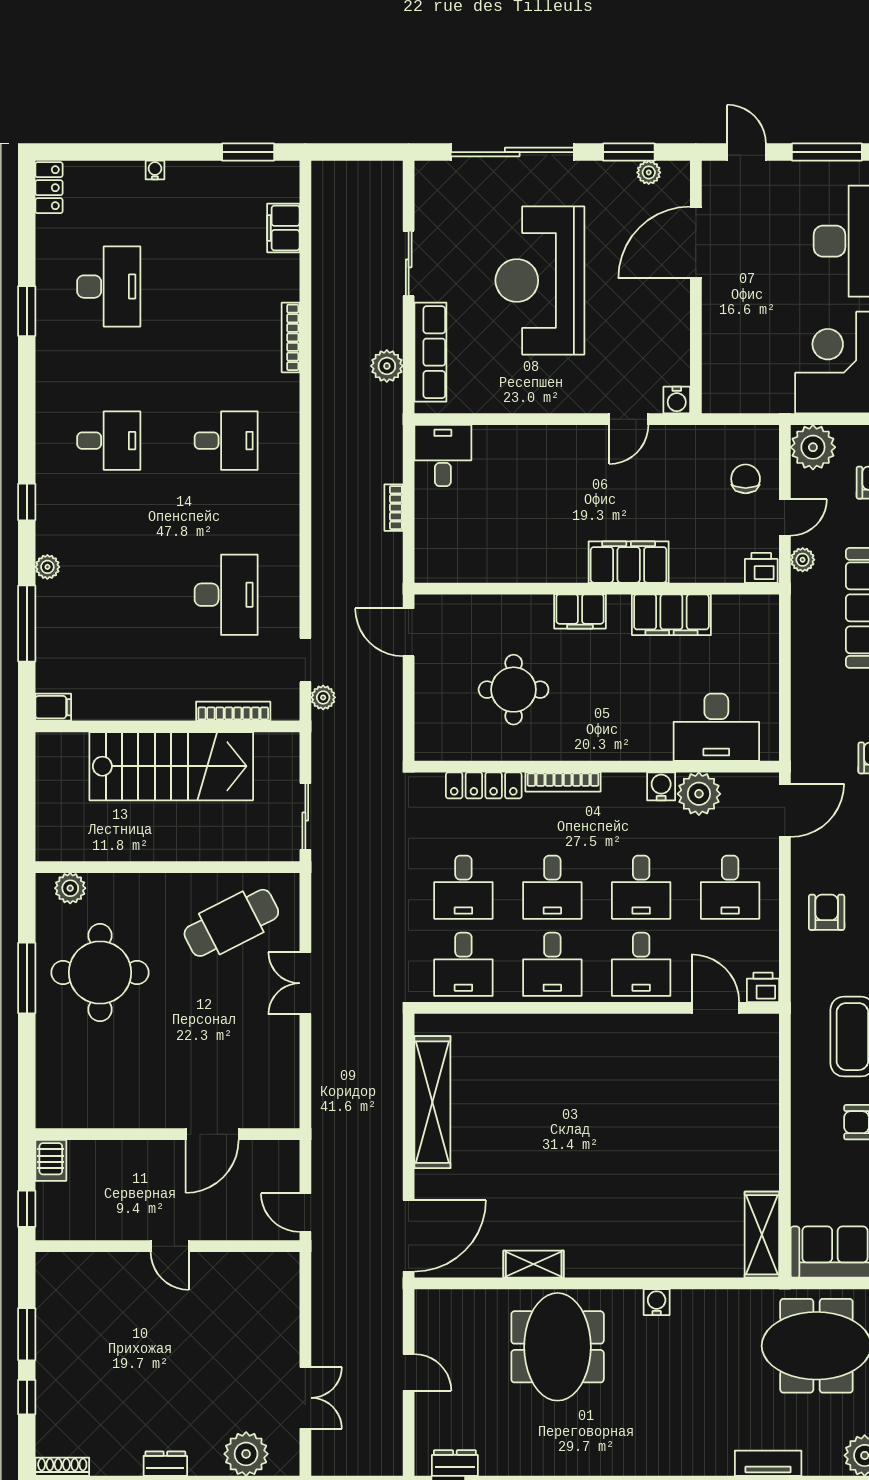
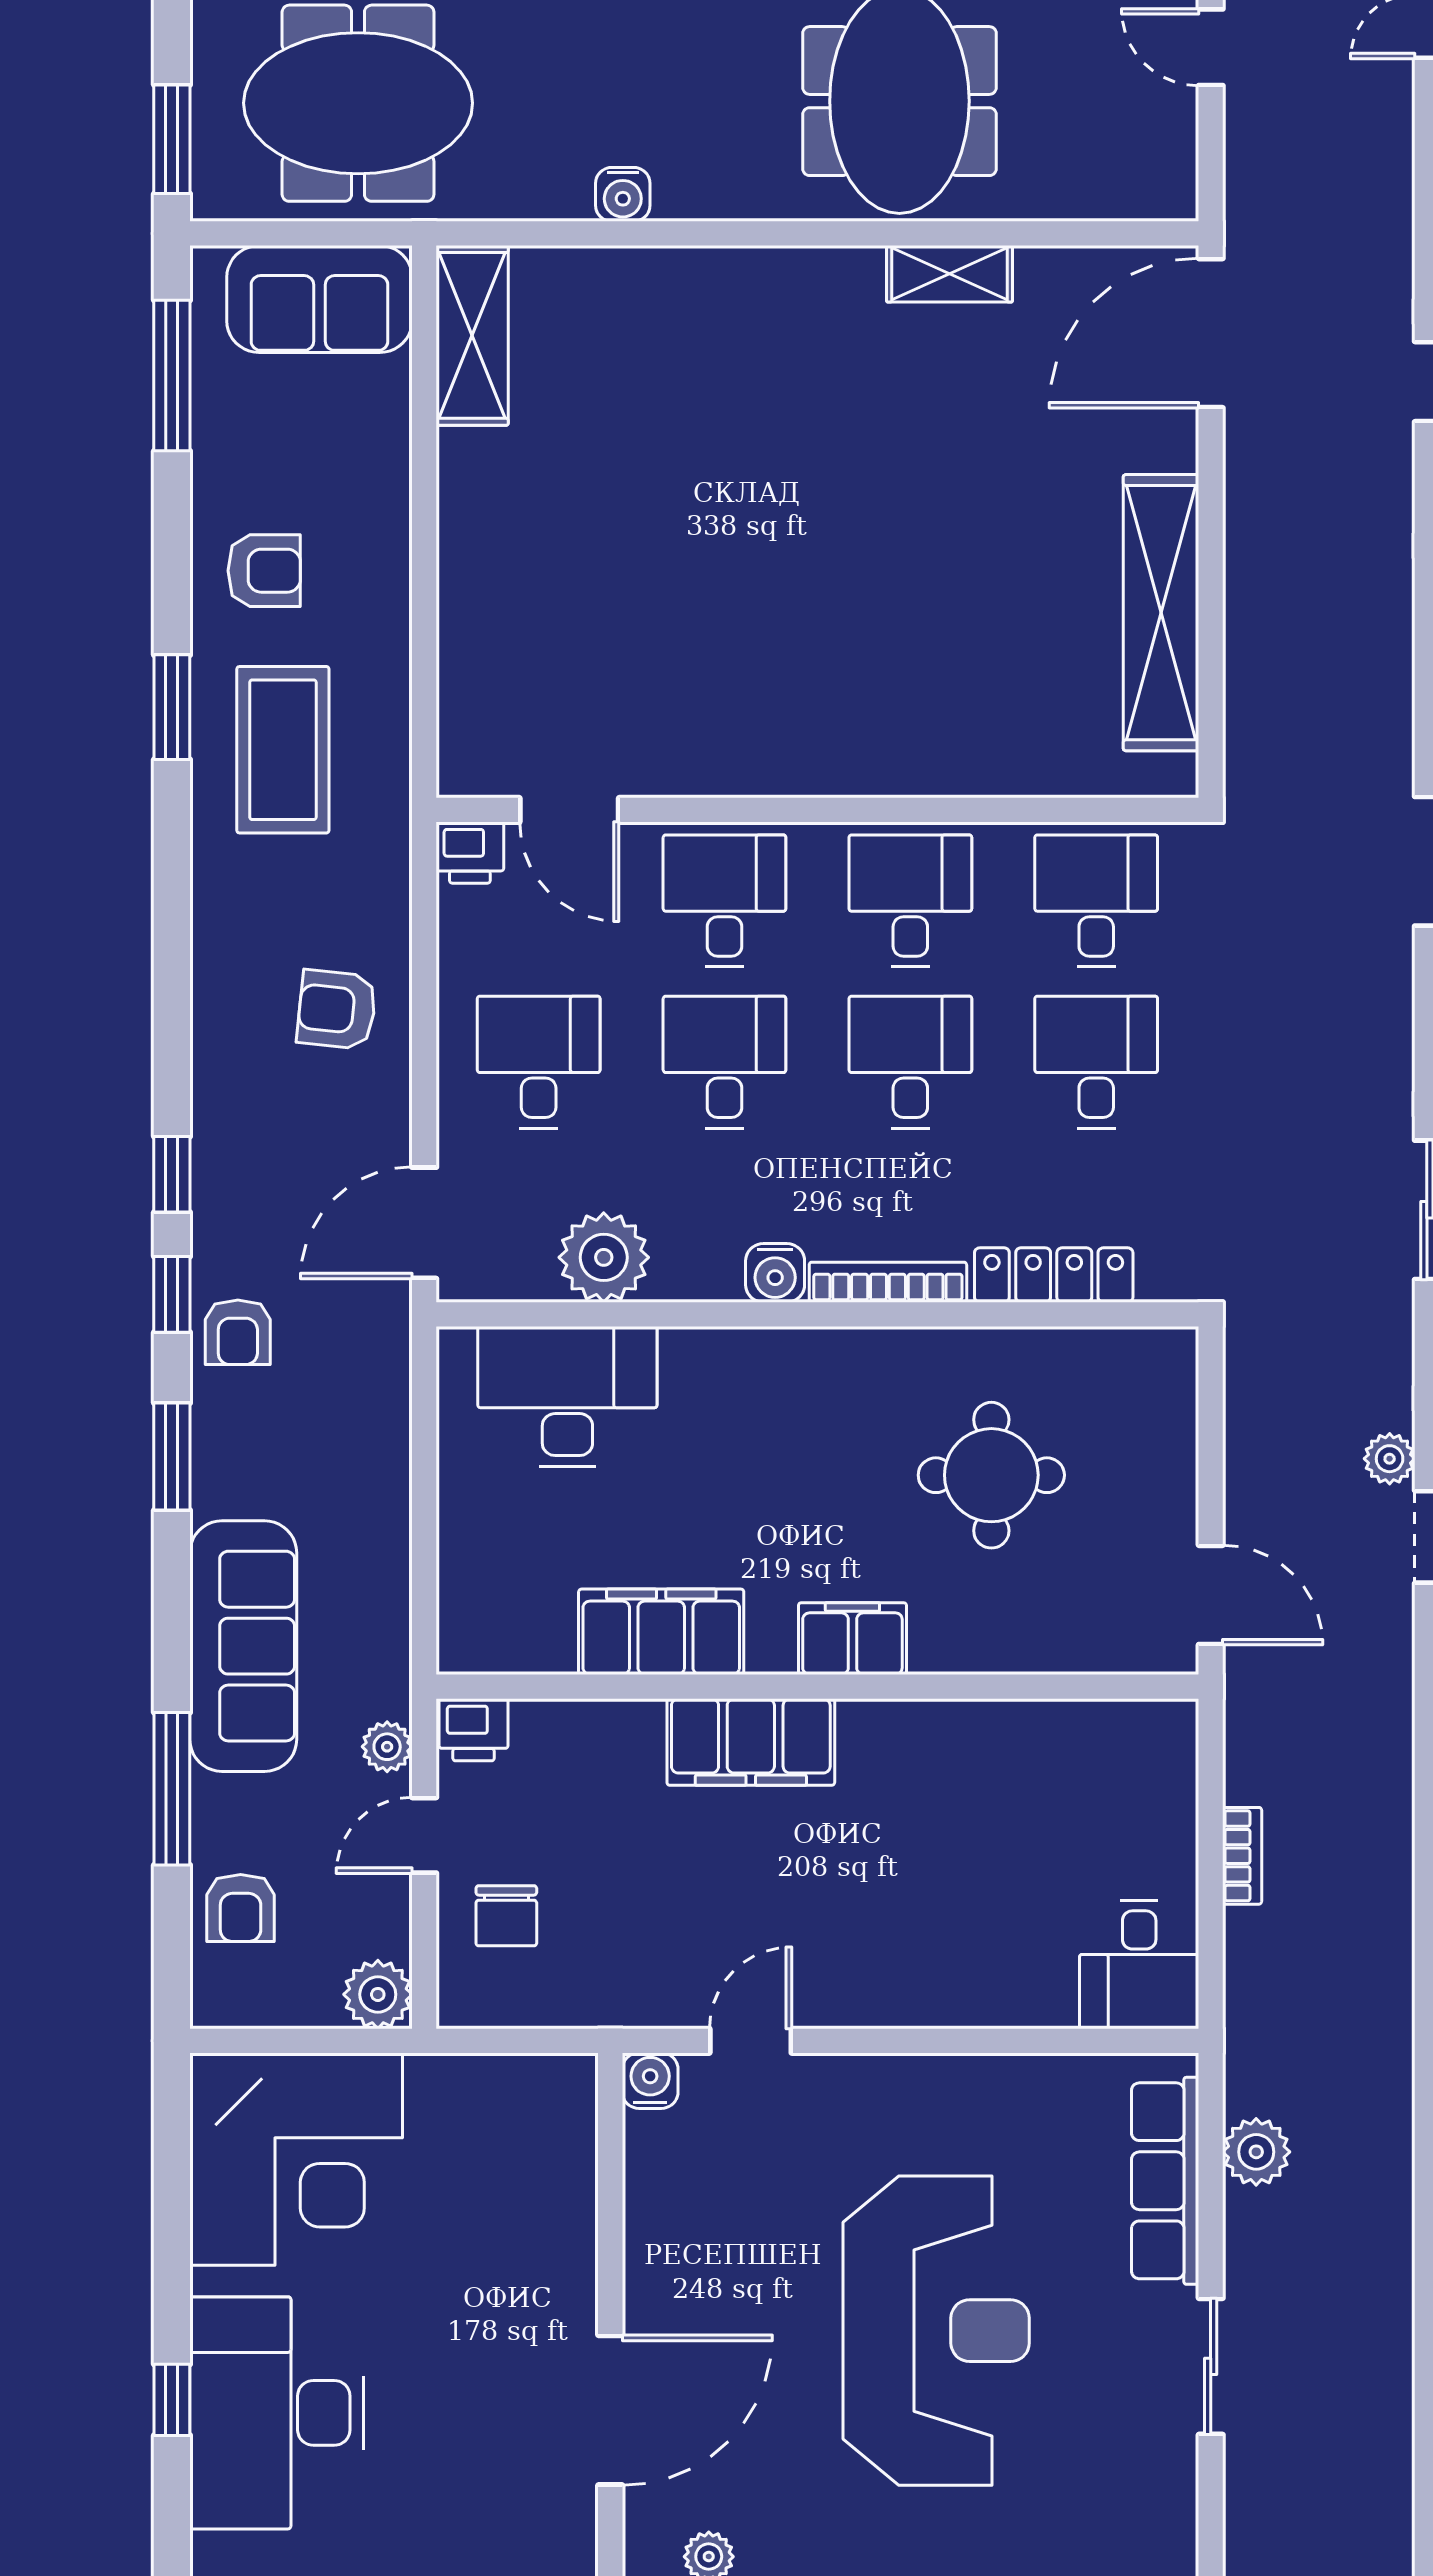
plant: (813, 447) -> (378, 1994), width x0.73, depth x0.73
water cooler: (661, 786) -> (775, 1273), moved
armchair: (827, 912) -> (337, 1010), turned 96
water cooler: (657, 1302) -> (623, 194), moved

